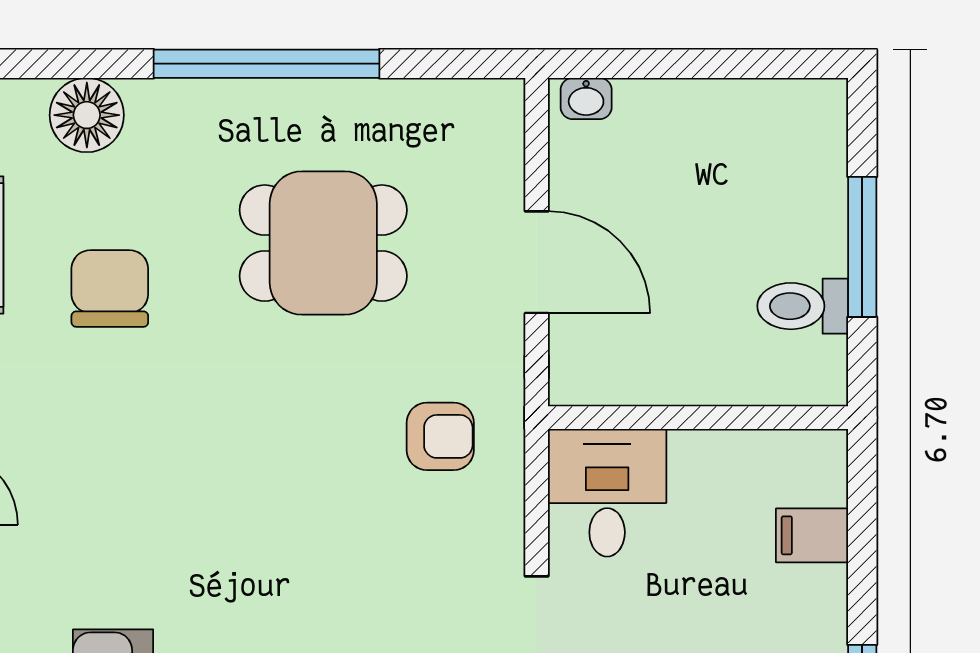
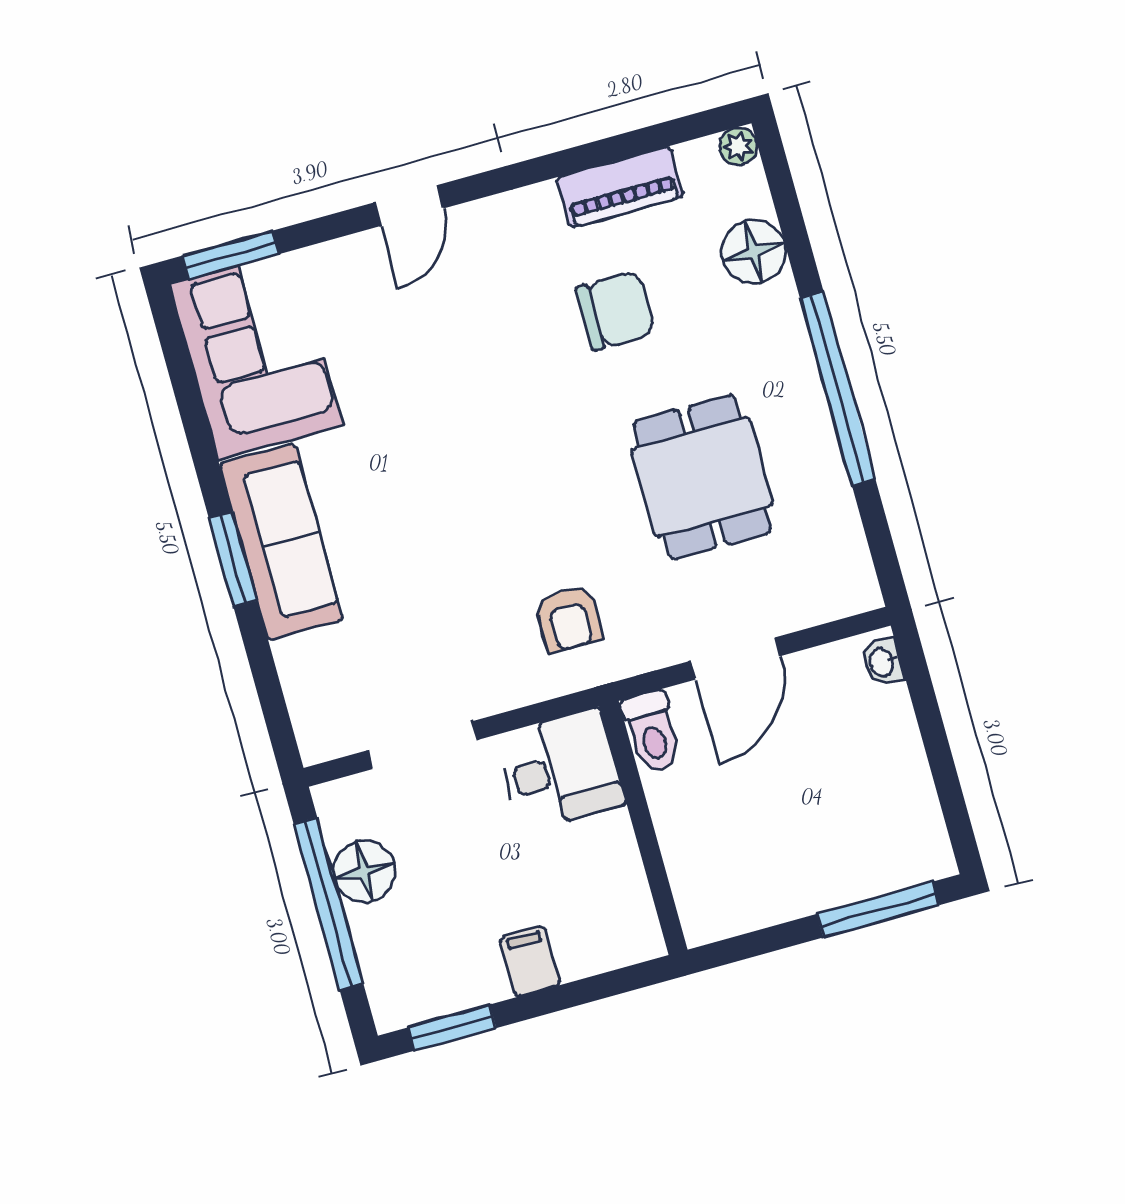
window: (862, 247) -> (878, 910), moved
toilet: (803, 306) -> (652, 732), moved, turned 180
filing cabinet: (812, 535) -> (530, 961), moved

